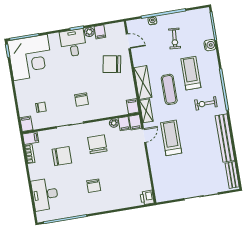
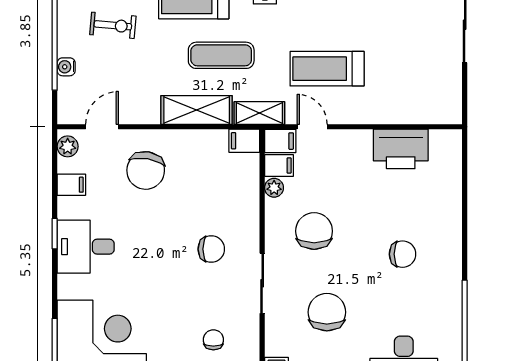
plant: (89, 32) -> (68, 146), moved
chair: (97, 144) -> (314, 231), turned 90
printer: (147, 197) -> (401, 149), moved, width x1.87, depth x1.48

